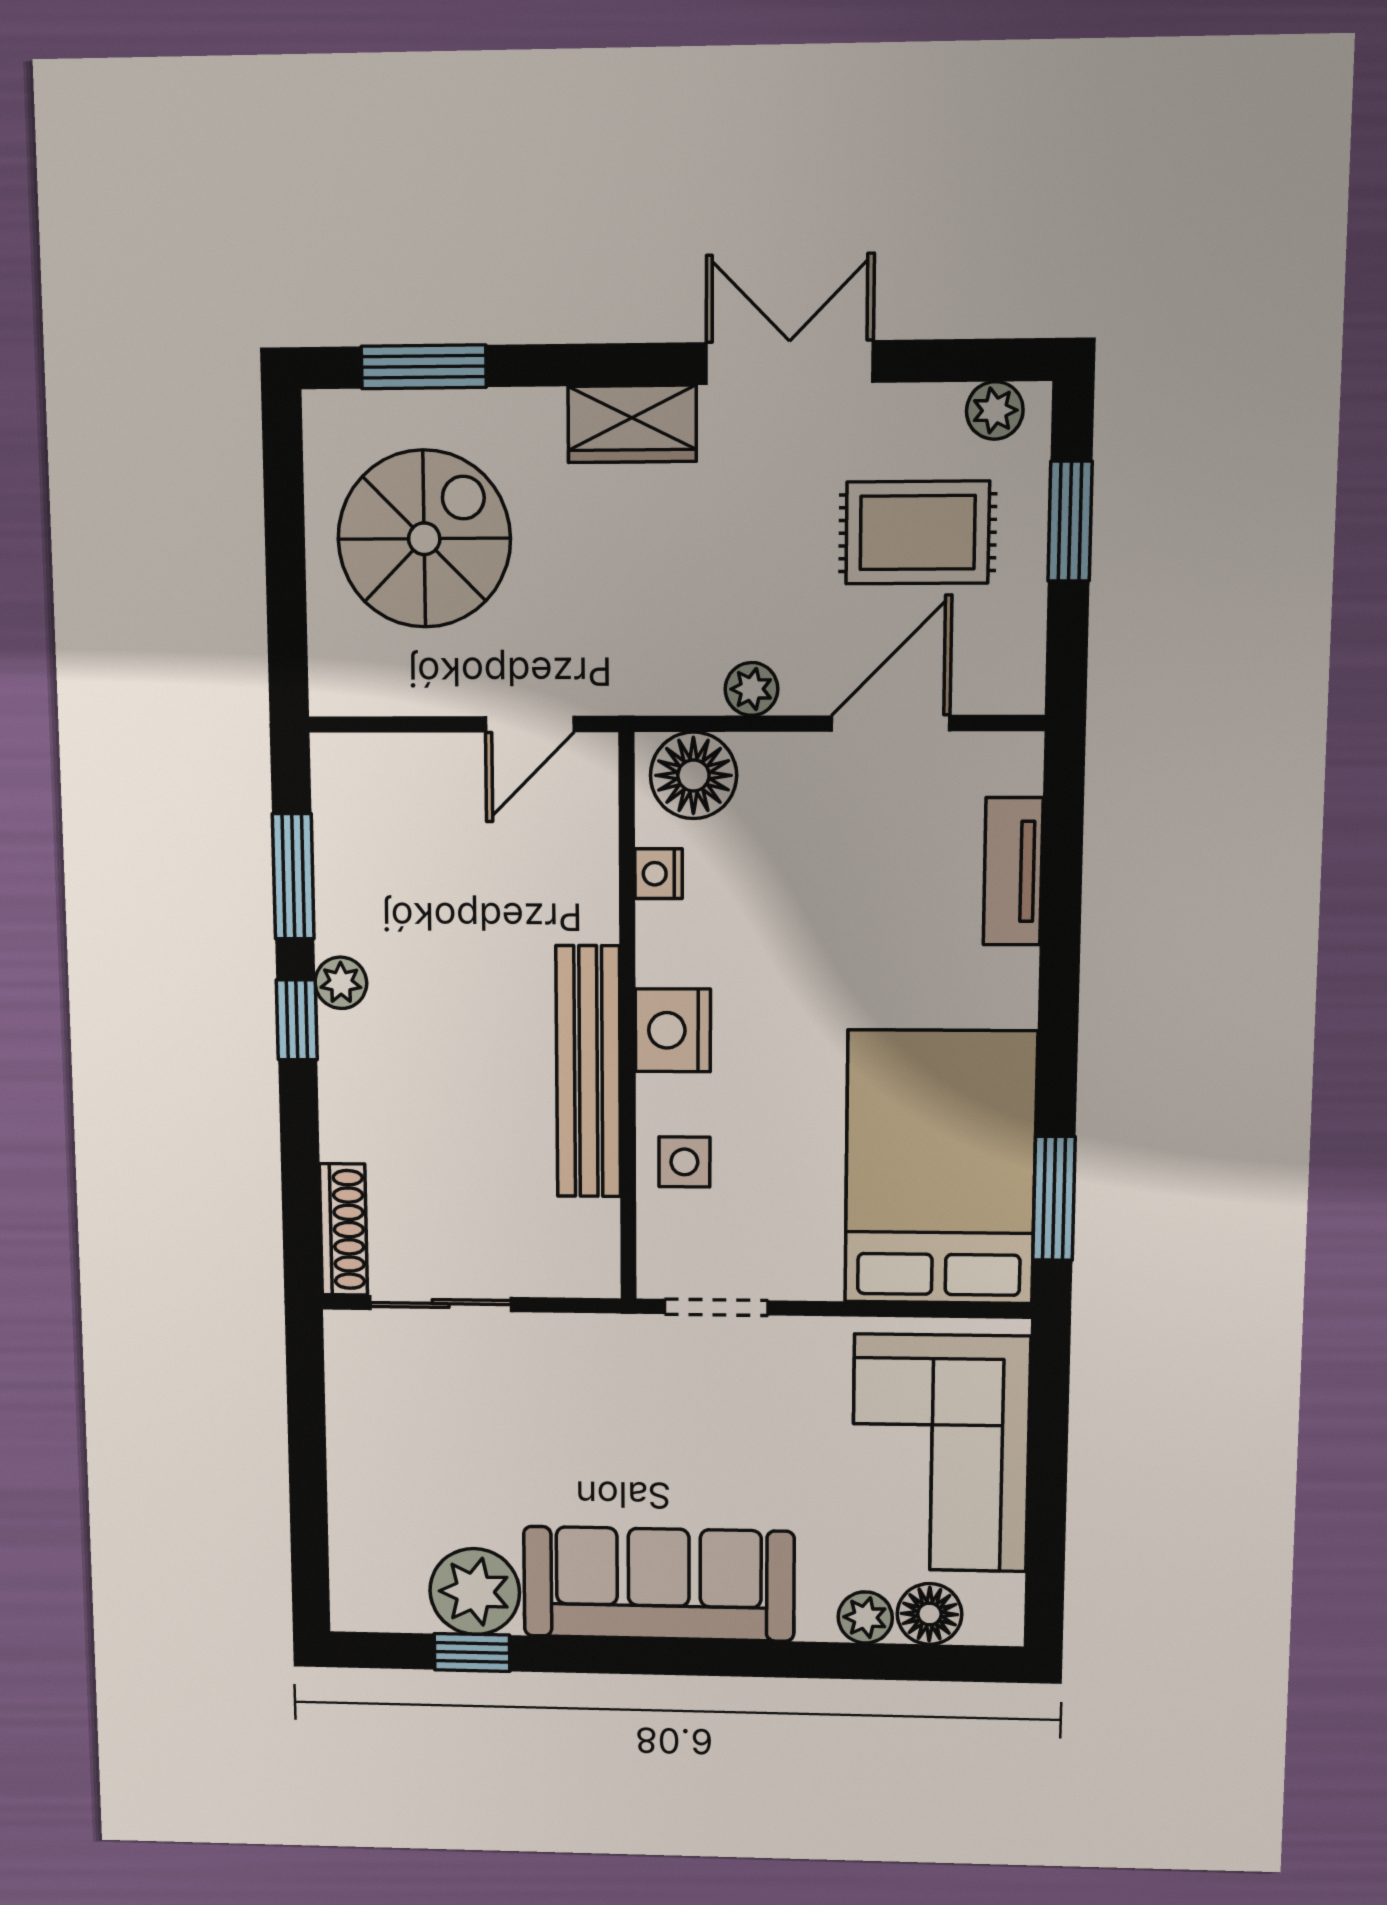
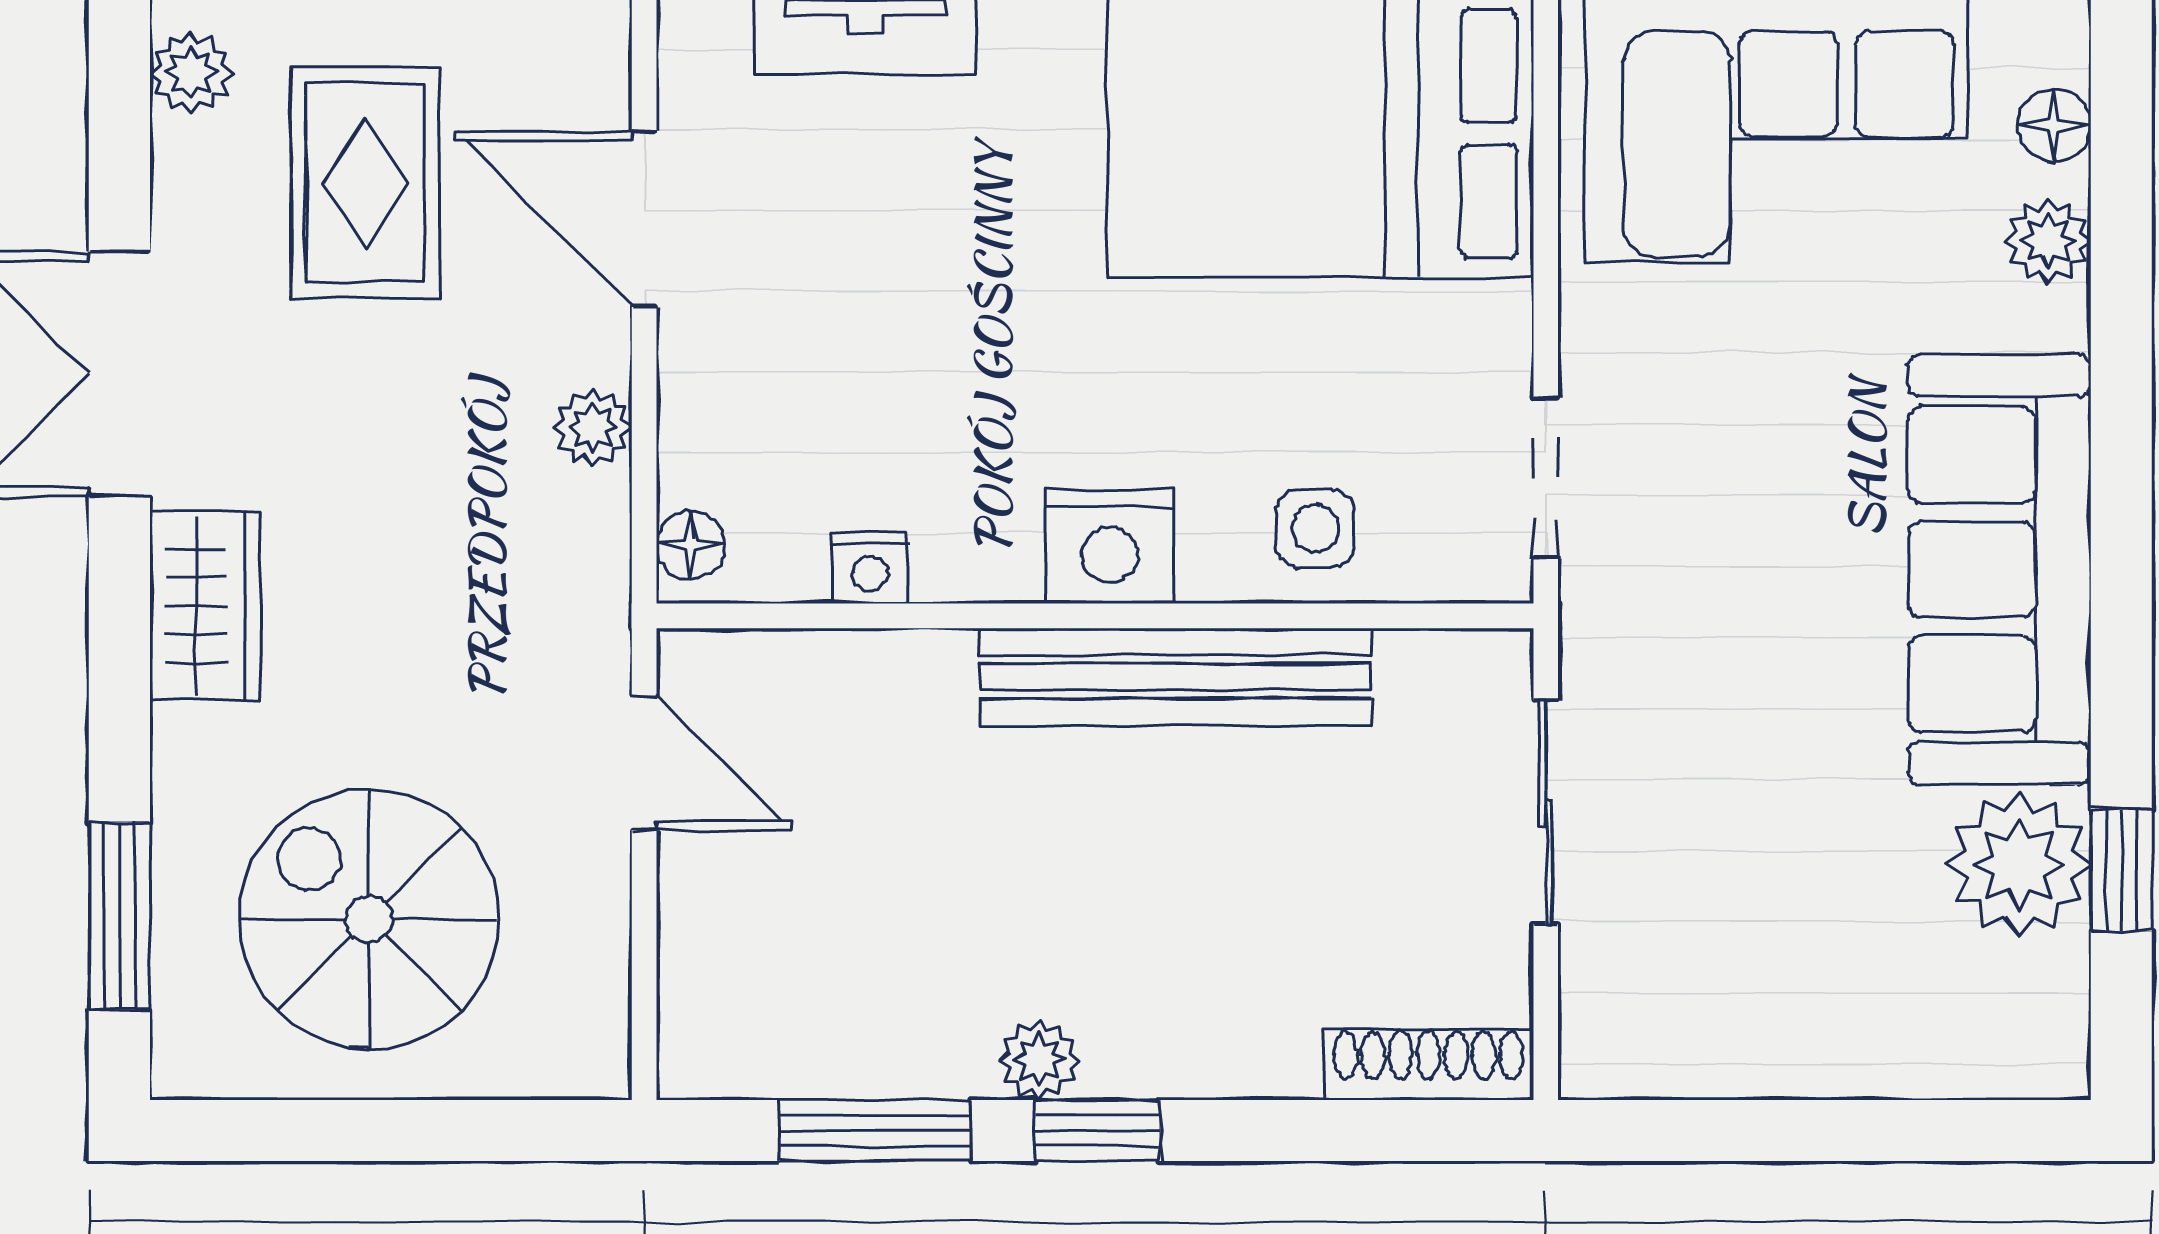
floor lamp: (693, 775) -> (691, 545), width x0.53, depth x0.53
sliding door: (441, 1304) -> (1546, 812), moved
floor lamp: (929, 1614) -> (2054, 126), width x0.73, depth x0.73

